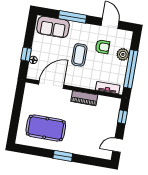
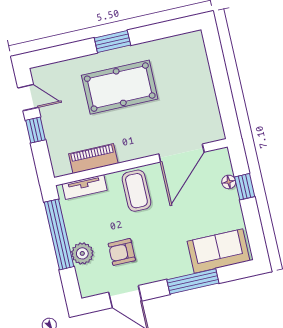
coffee table: (79, 55) -> (136, 191), moved
piano: (84, 98) -> (93, 159), moved
window: (122, 117) -> (35, 130), moved
pool table: (46, 128) -> (120, 87), moved
door: (118, 145) -> (28, 98), hinge flipped

